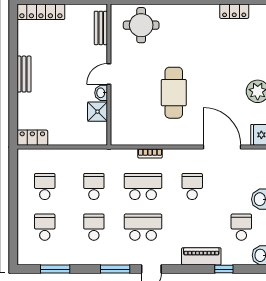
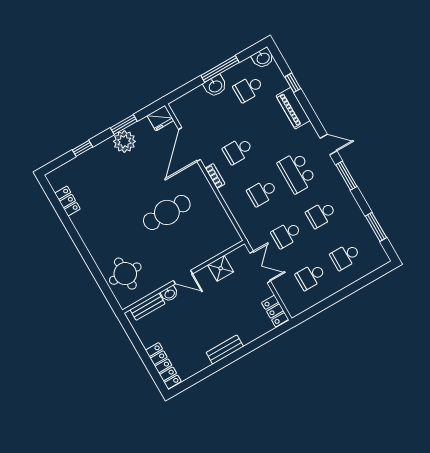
washbasin: (101, 93) -> (169, 294), moved
double door: (79, 147) -> (260, 267), added
bookcase: (150, 153) -> (215, 176), moved
school desk: (143, 186) -> (262, 192), width x0.54

